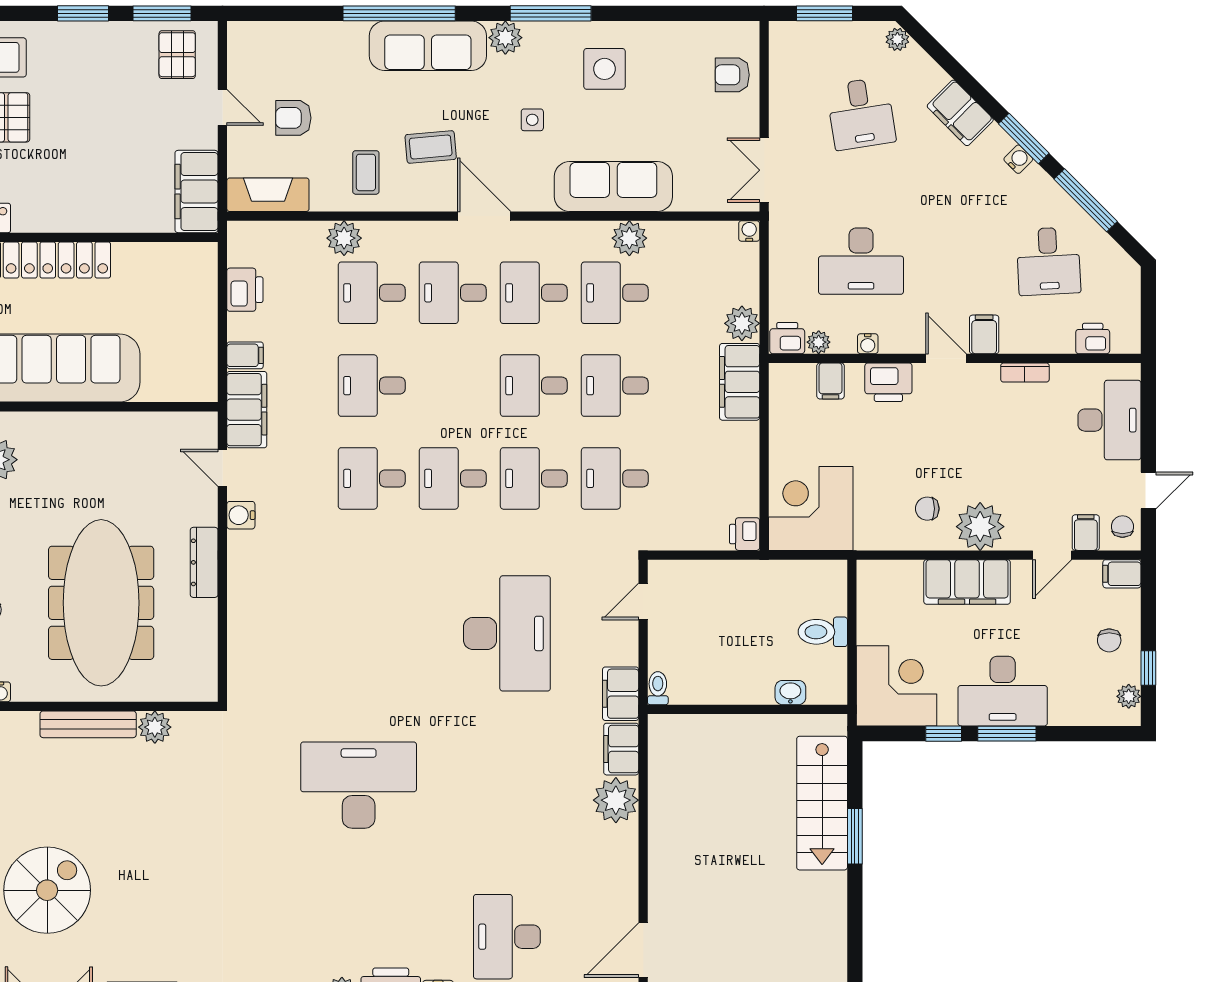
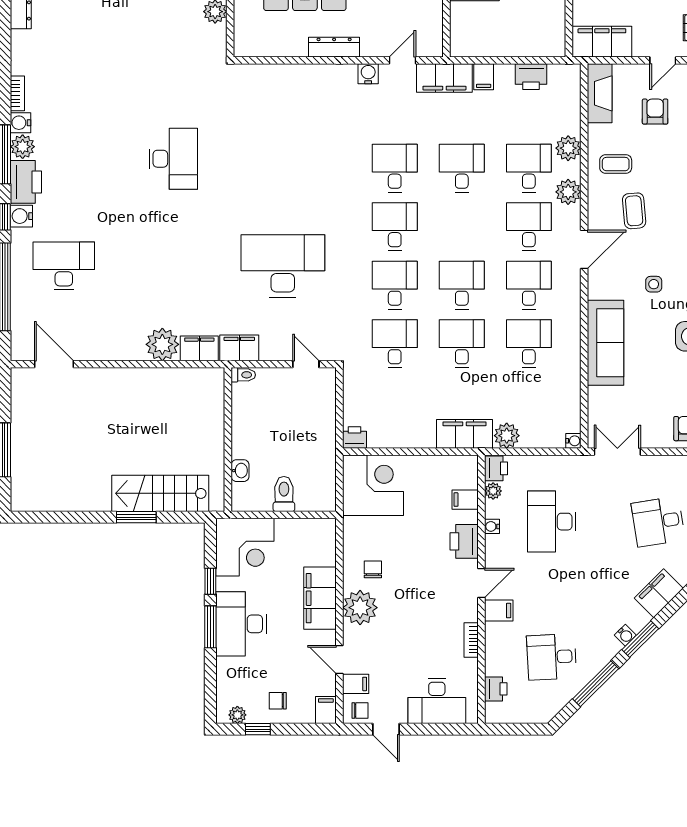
plant: (629, 238) -> (568, 192), moved
desk: (507, 633) -> (283, 266), turned 180
desk: (359, 785) -> (173, 159), width x0.73, depth x0.77

